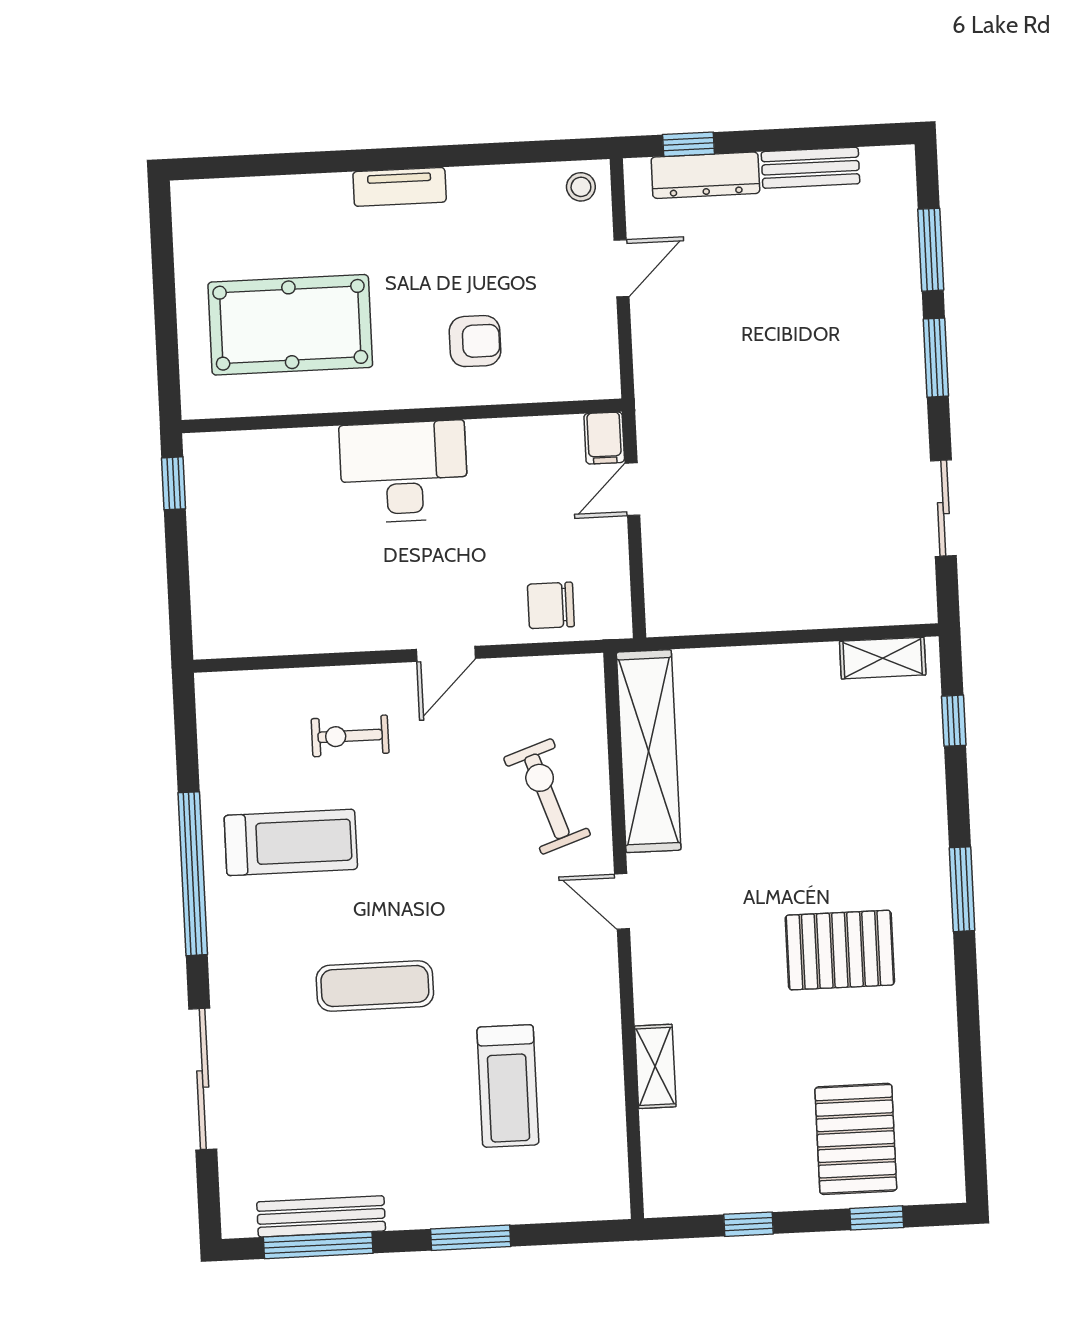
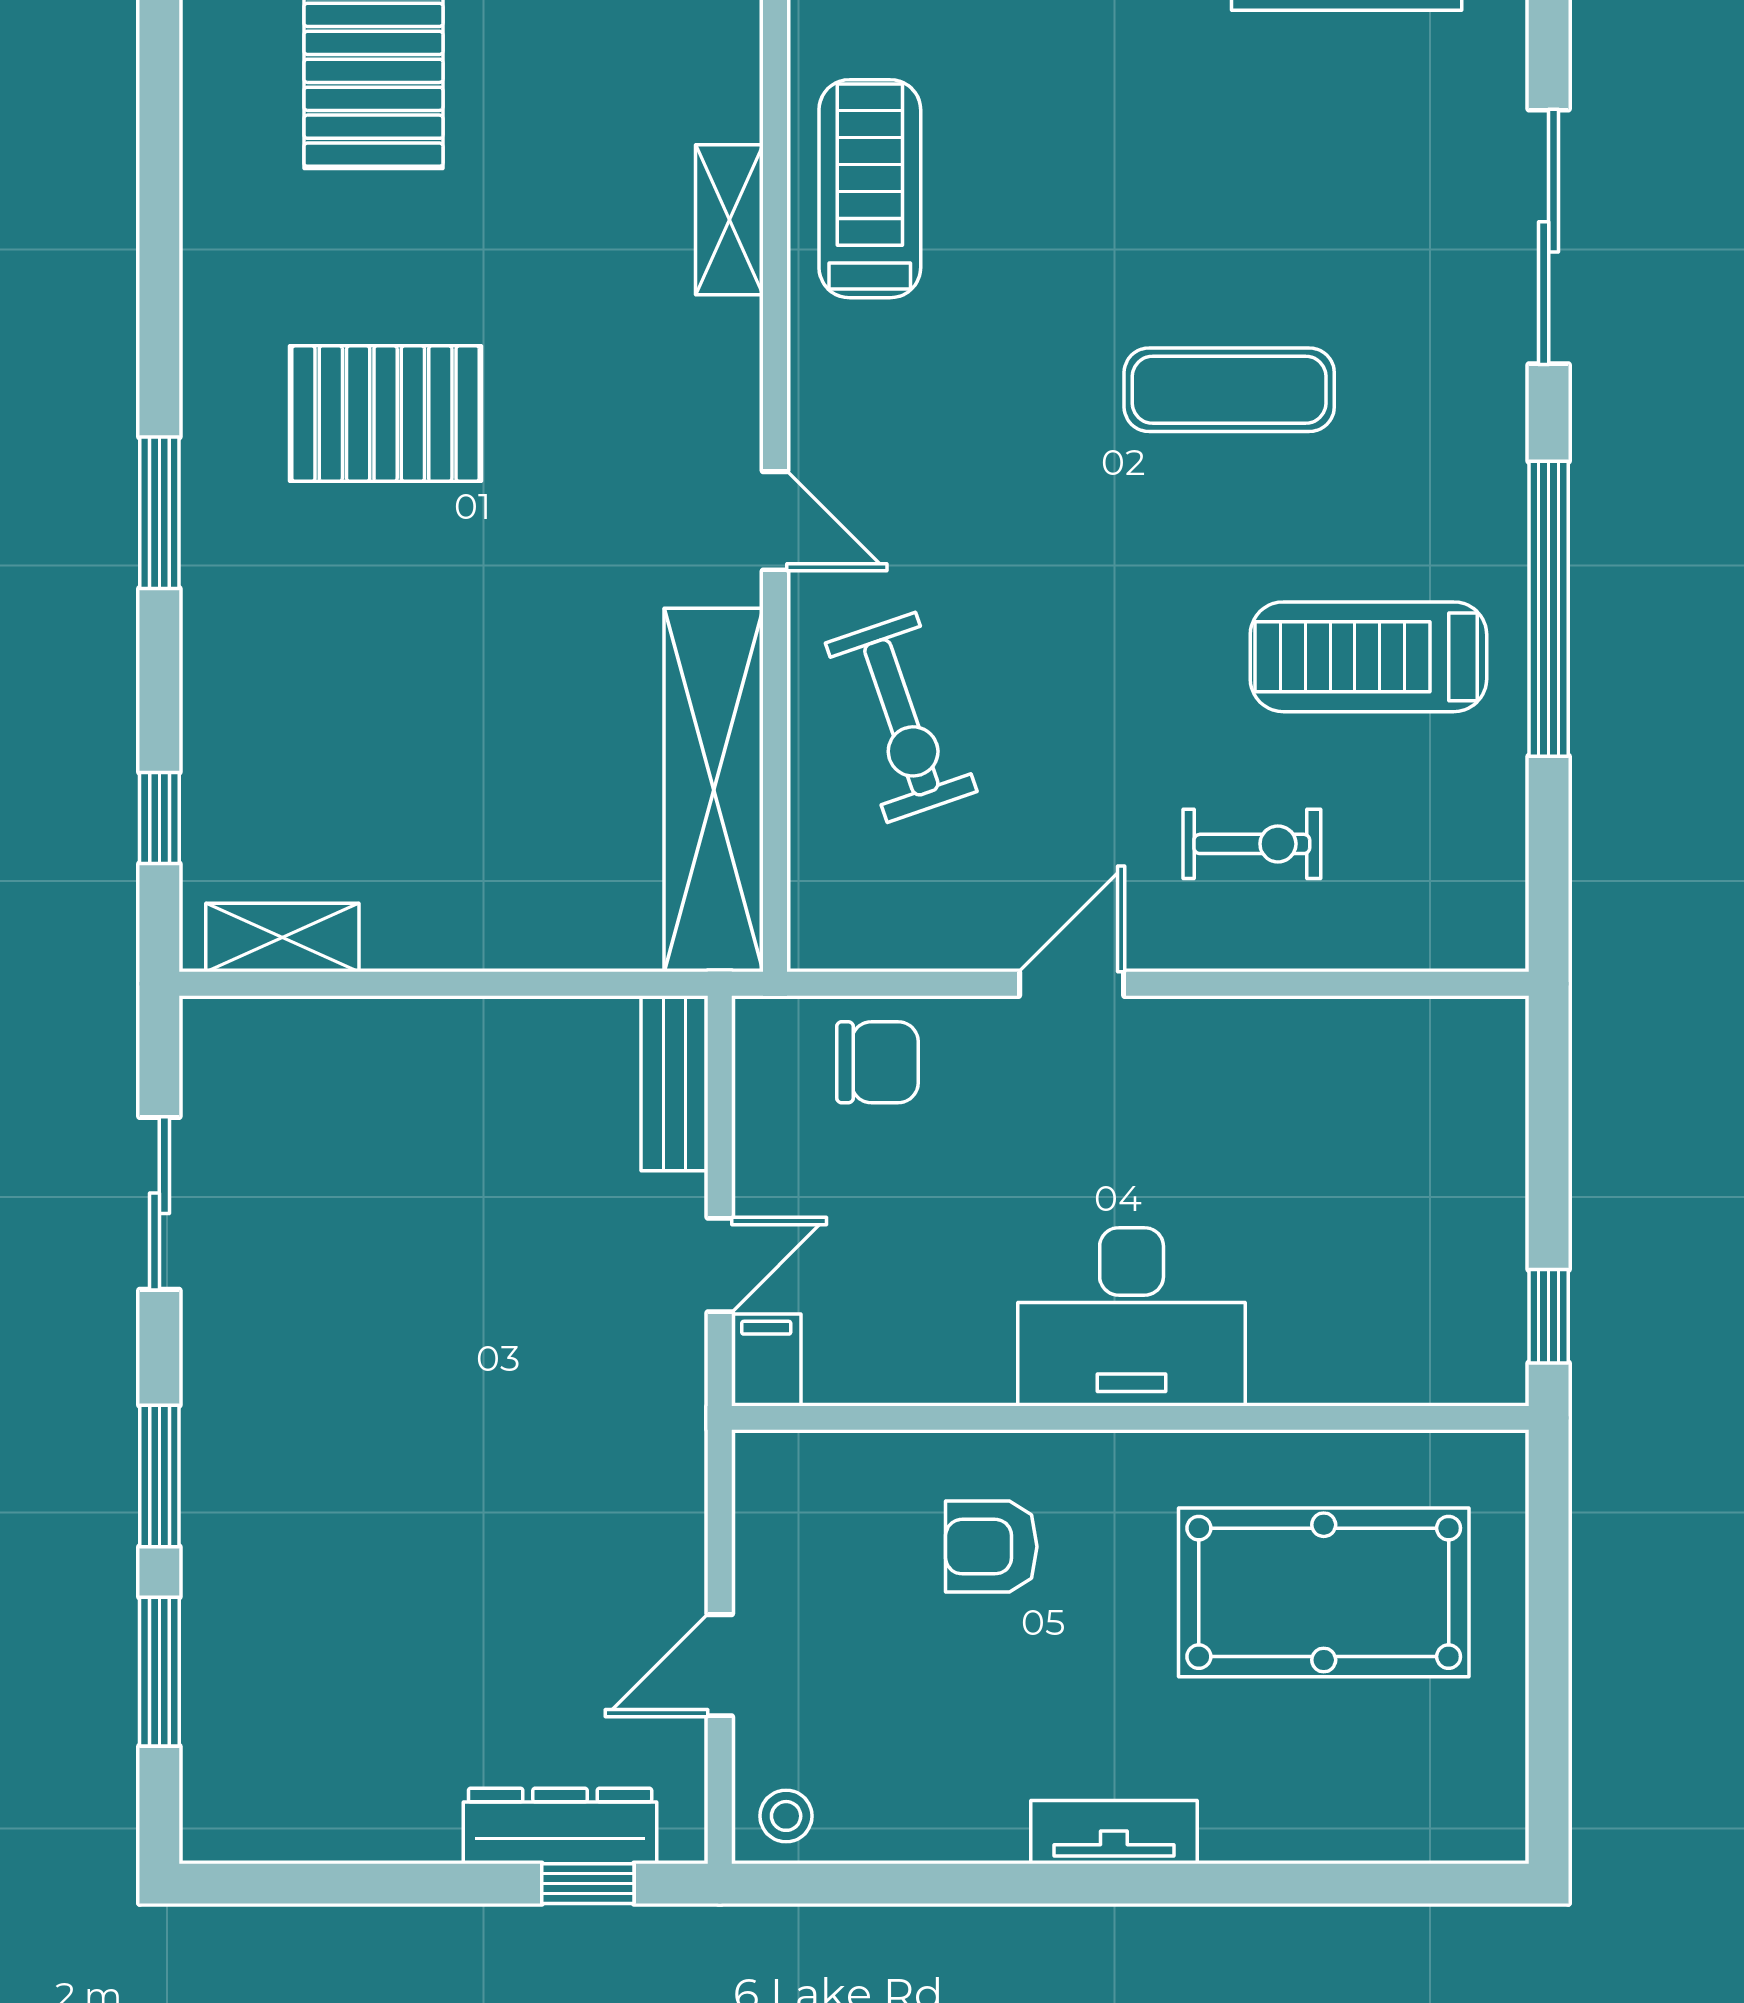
bench: (810, 168) -> (675, 1083), moved, turned 90
treadmill: (508, 1086) -> (870, 189), moved

